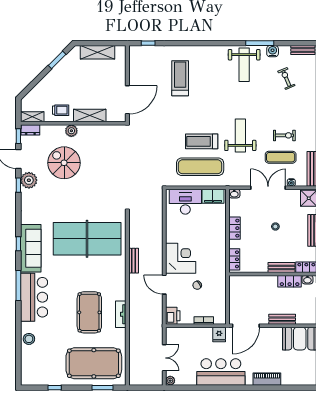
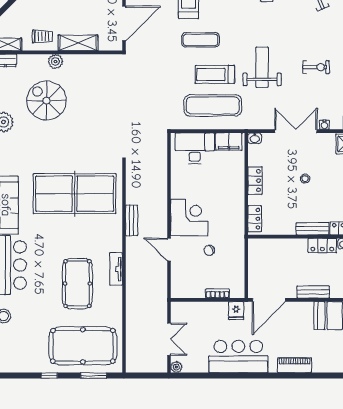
exercise mat: (281, 157) -> (201, 40), moved
tv unit: (121, 314) -> (116, 269), moved
printer: (173, 316) -> (179, 288), removed
window: (55, 388) -> (49, 376), moved

